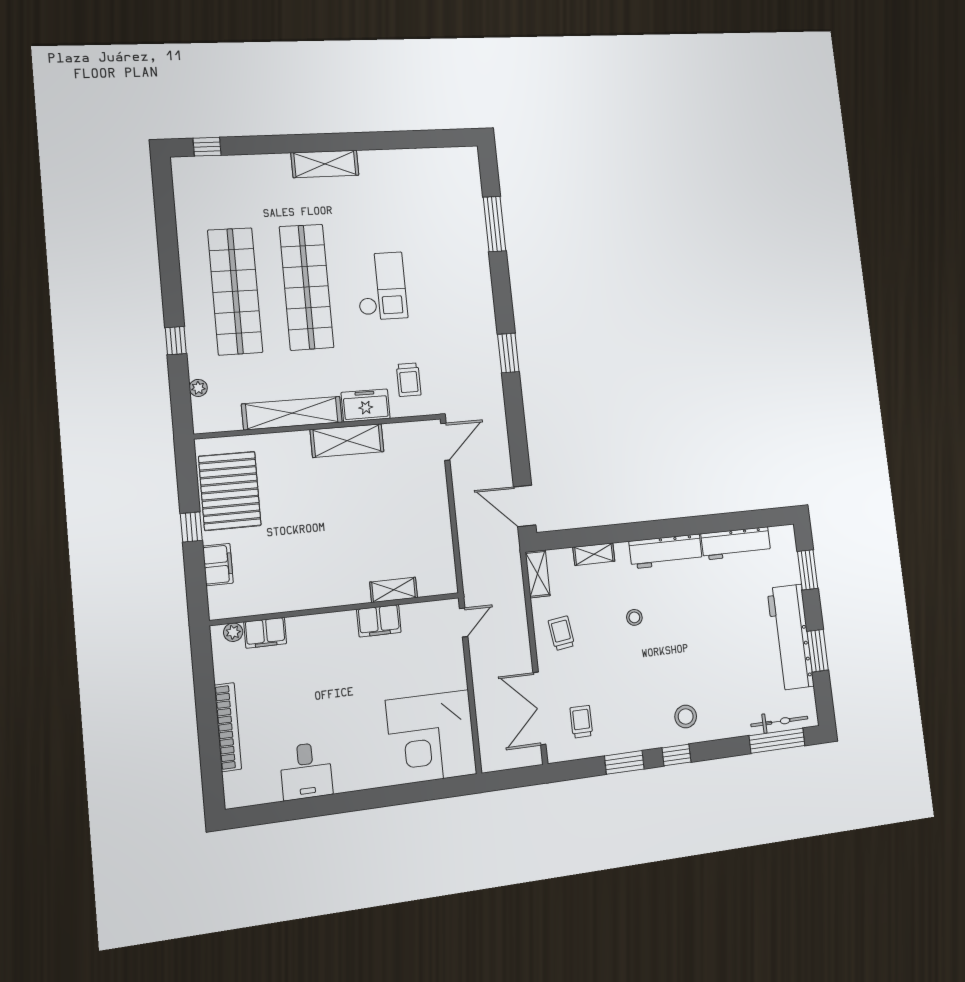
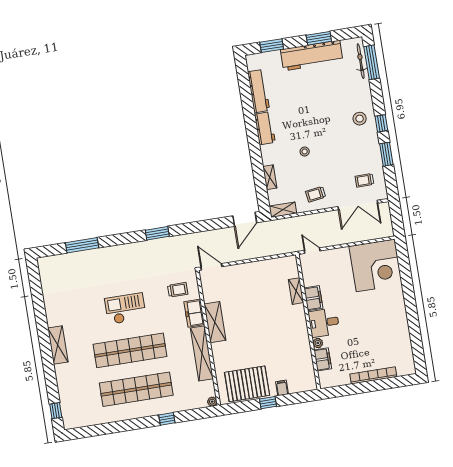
plant: (198, 388) -> (212, 402), moved
workbench: (666, 551) -> (265, 128), width x0.73
filing cabinet: (218, 565) -> (282, 388), width x0.50
plant: (233, 632) -> (318, 343), moved
desk: (306, 771) -> (324, 323), moved, turned 180

